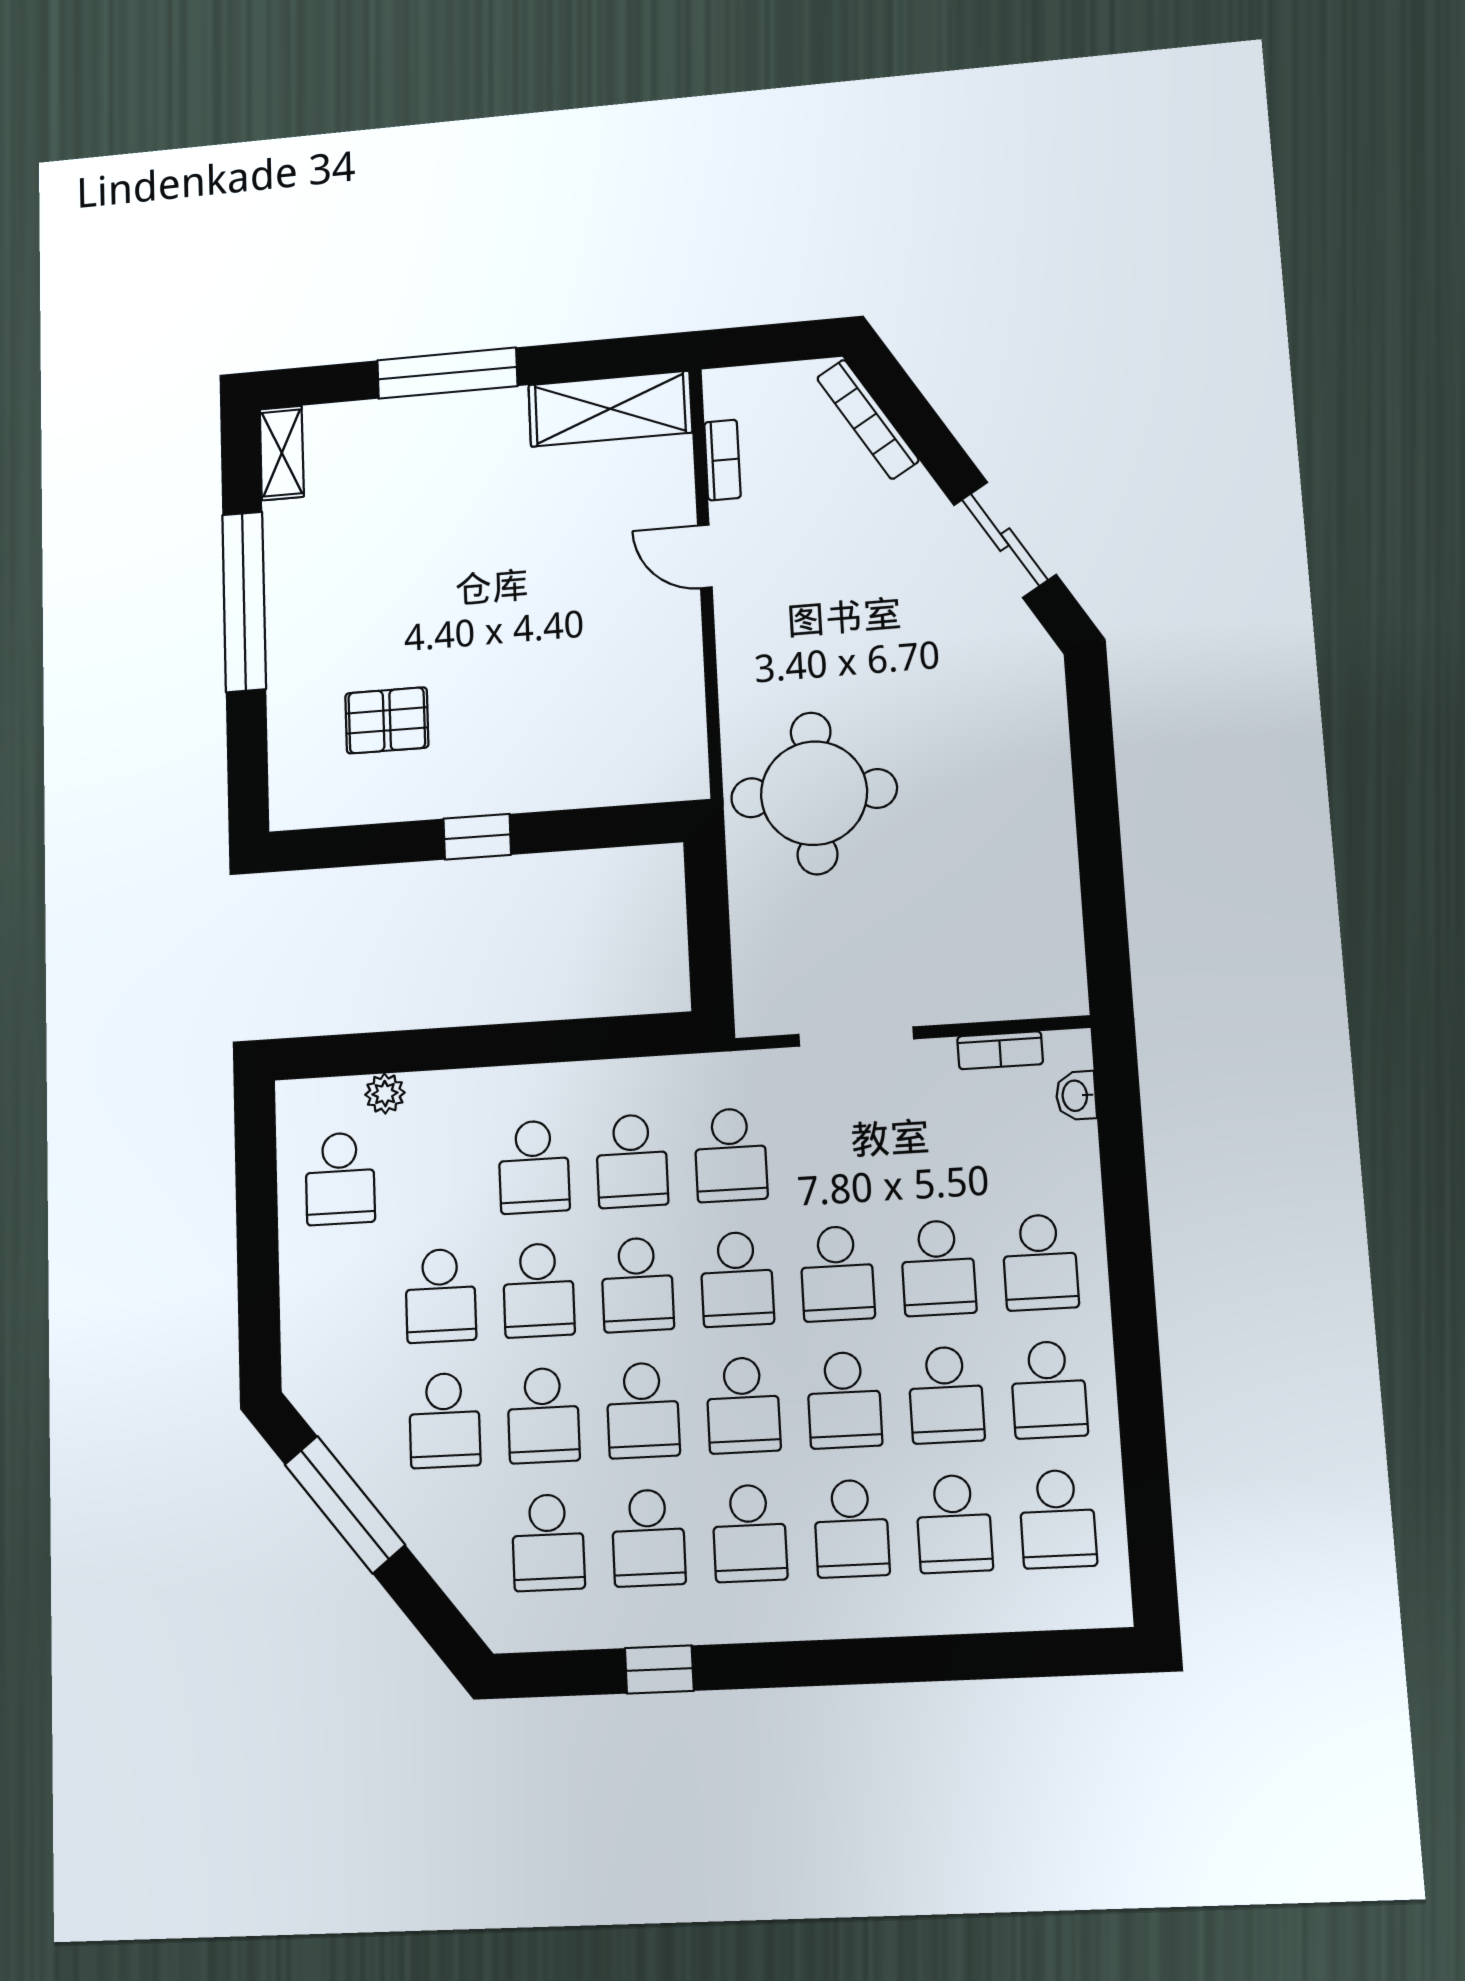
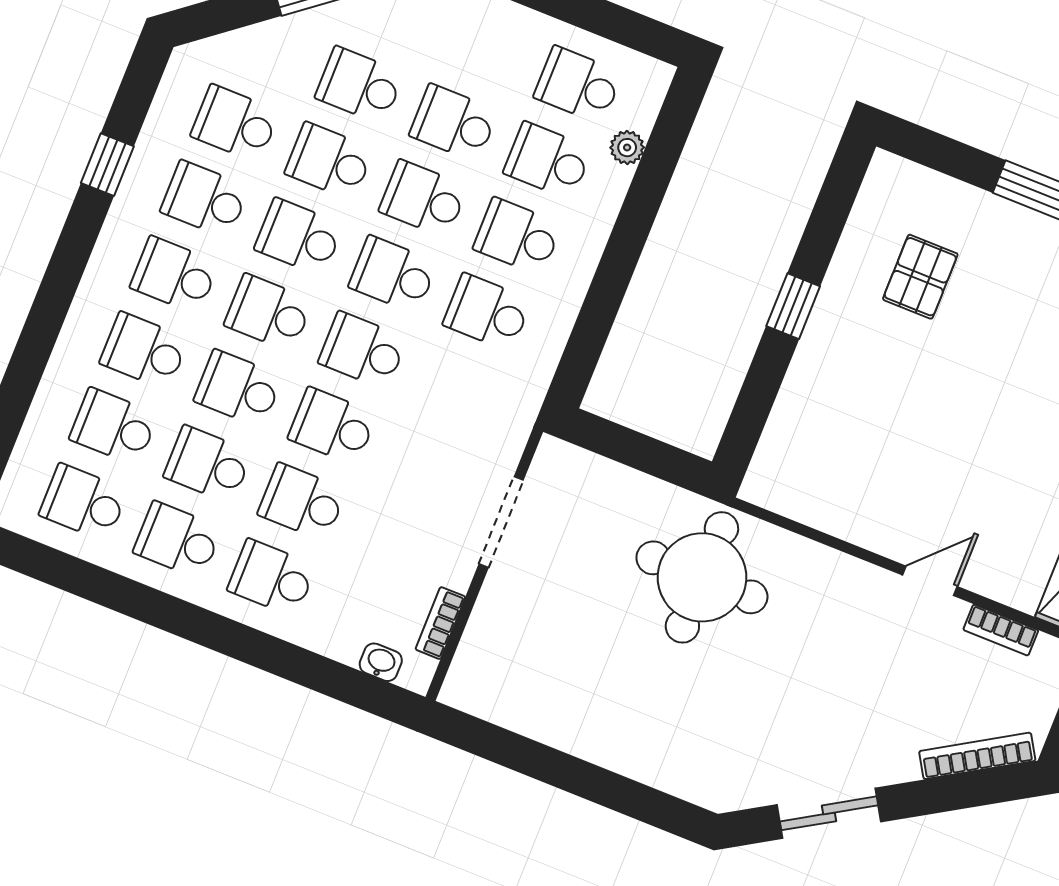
school desk: (731, 1155) -> (548, 161), moved

